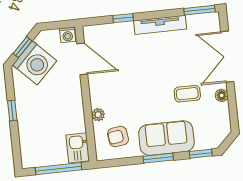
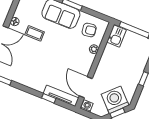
tv unit: (160, 25) -> (61, 96), moved

